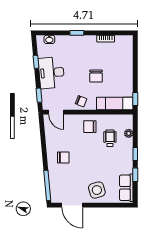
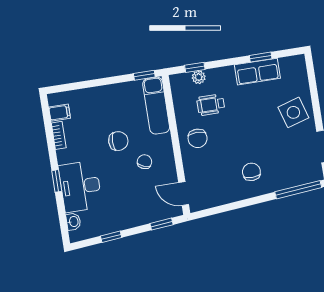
filing cabinet: (120, 41) -> (60, 113), added
desk: (51, 73) -> (80, 186), moved, turned 95
chair: (81, 101) -> (144, 162), moved
door: (56, 112) -> (184, 194), swing flipped
window: (135, 154) -> (195, 67), moved
row of seats: (126, 188) -> (257, 72), moved

